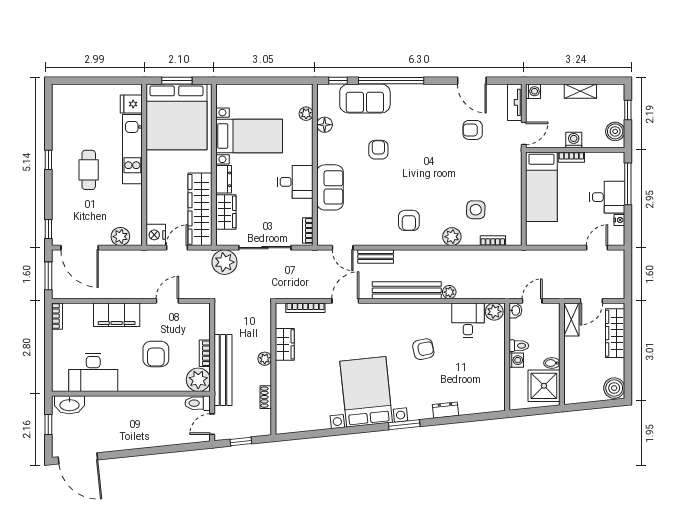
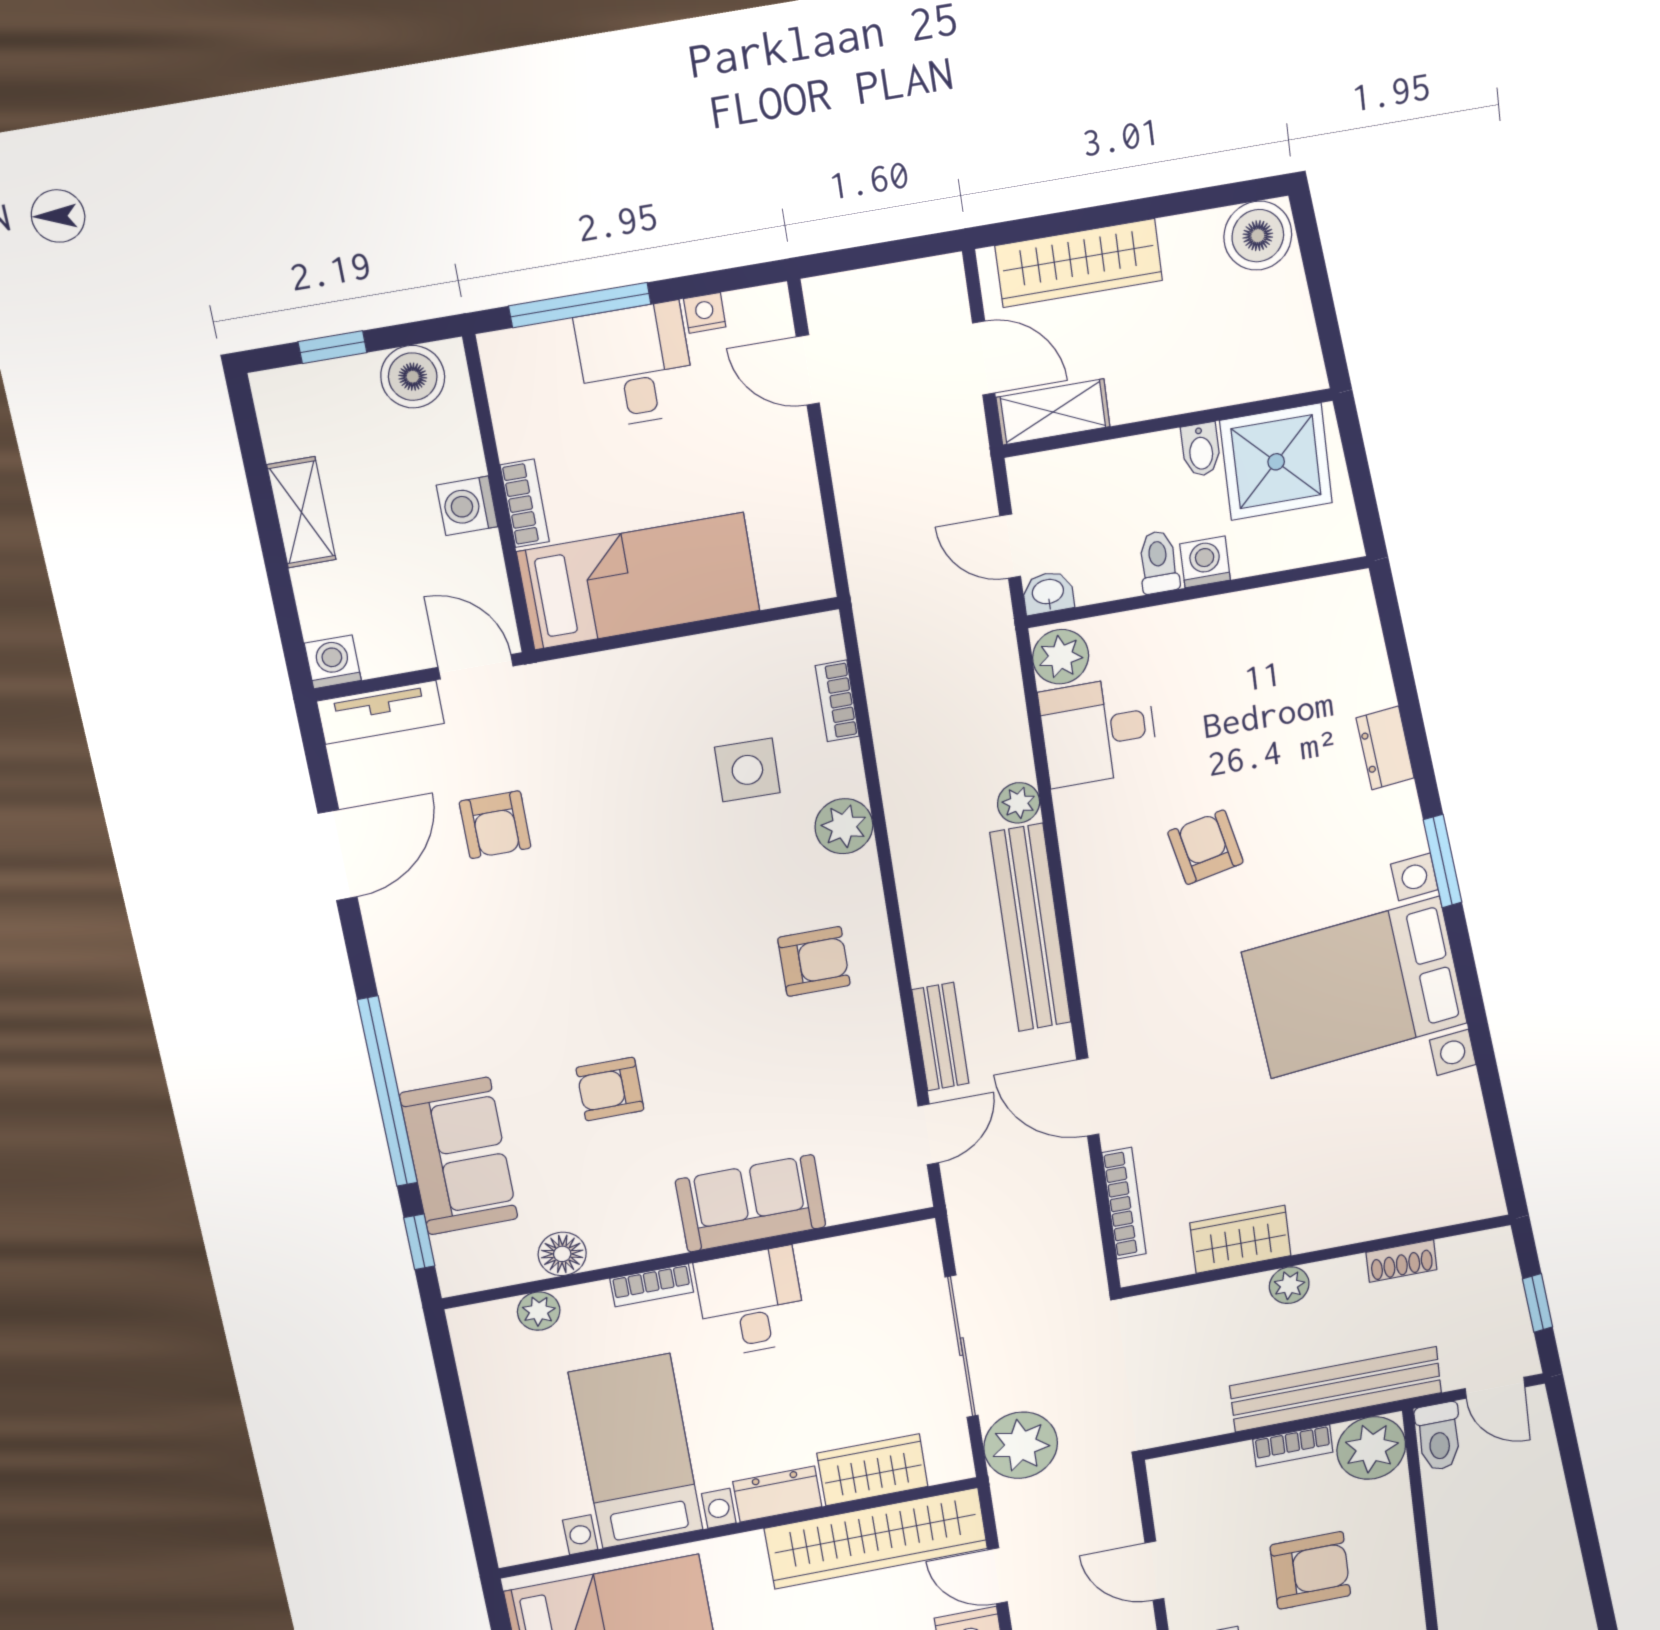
bookcase: (308, 231) -> (652, 1285), moved

